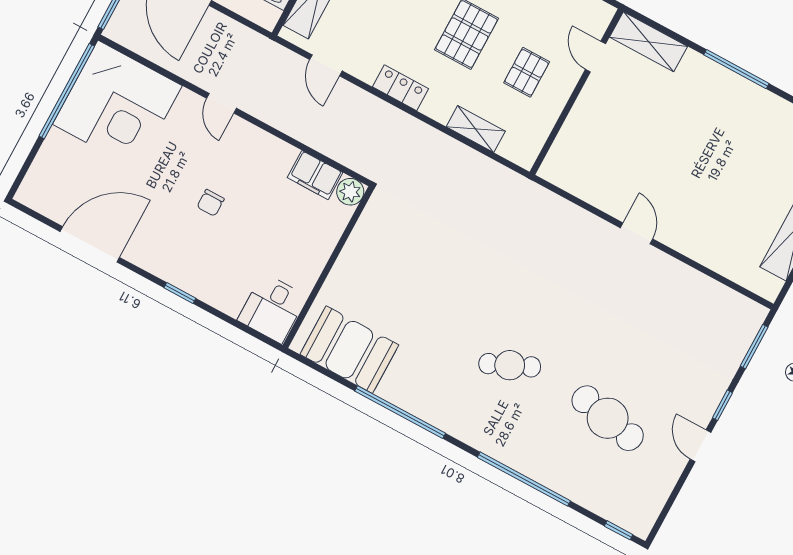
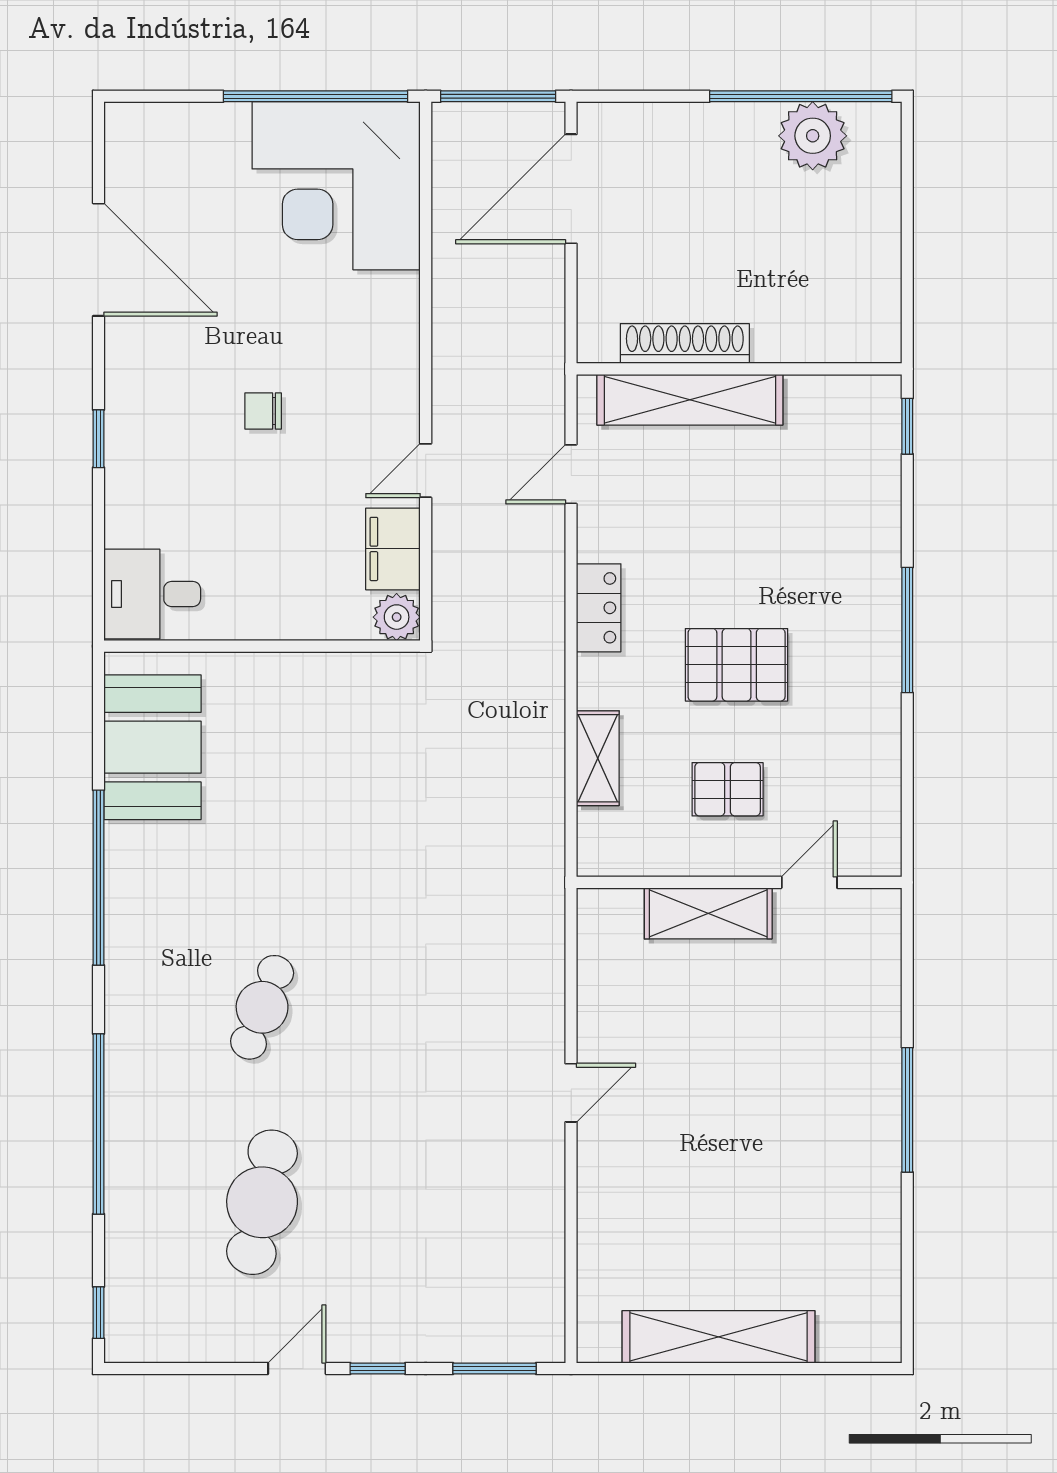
shelving: (649, 42) -> (708, 913), moved, turned 90
door: (221, 103) -> (426, 471), moved
cafe table: (510, 365) -> (262, 1007), turned 45

